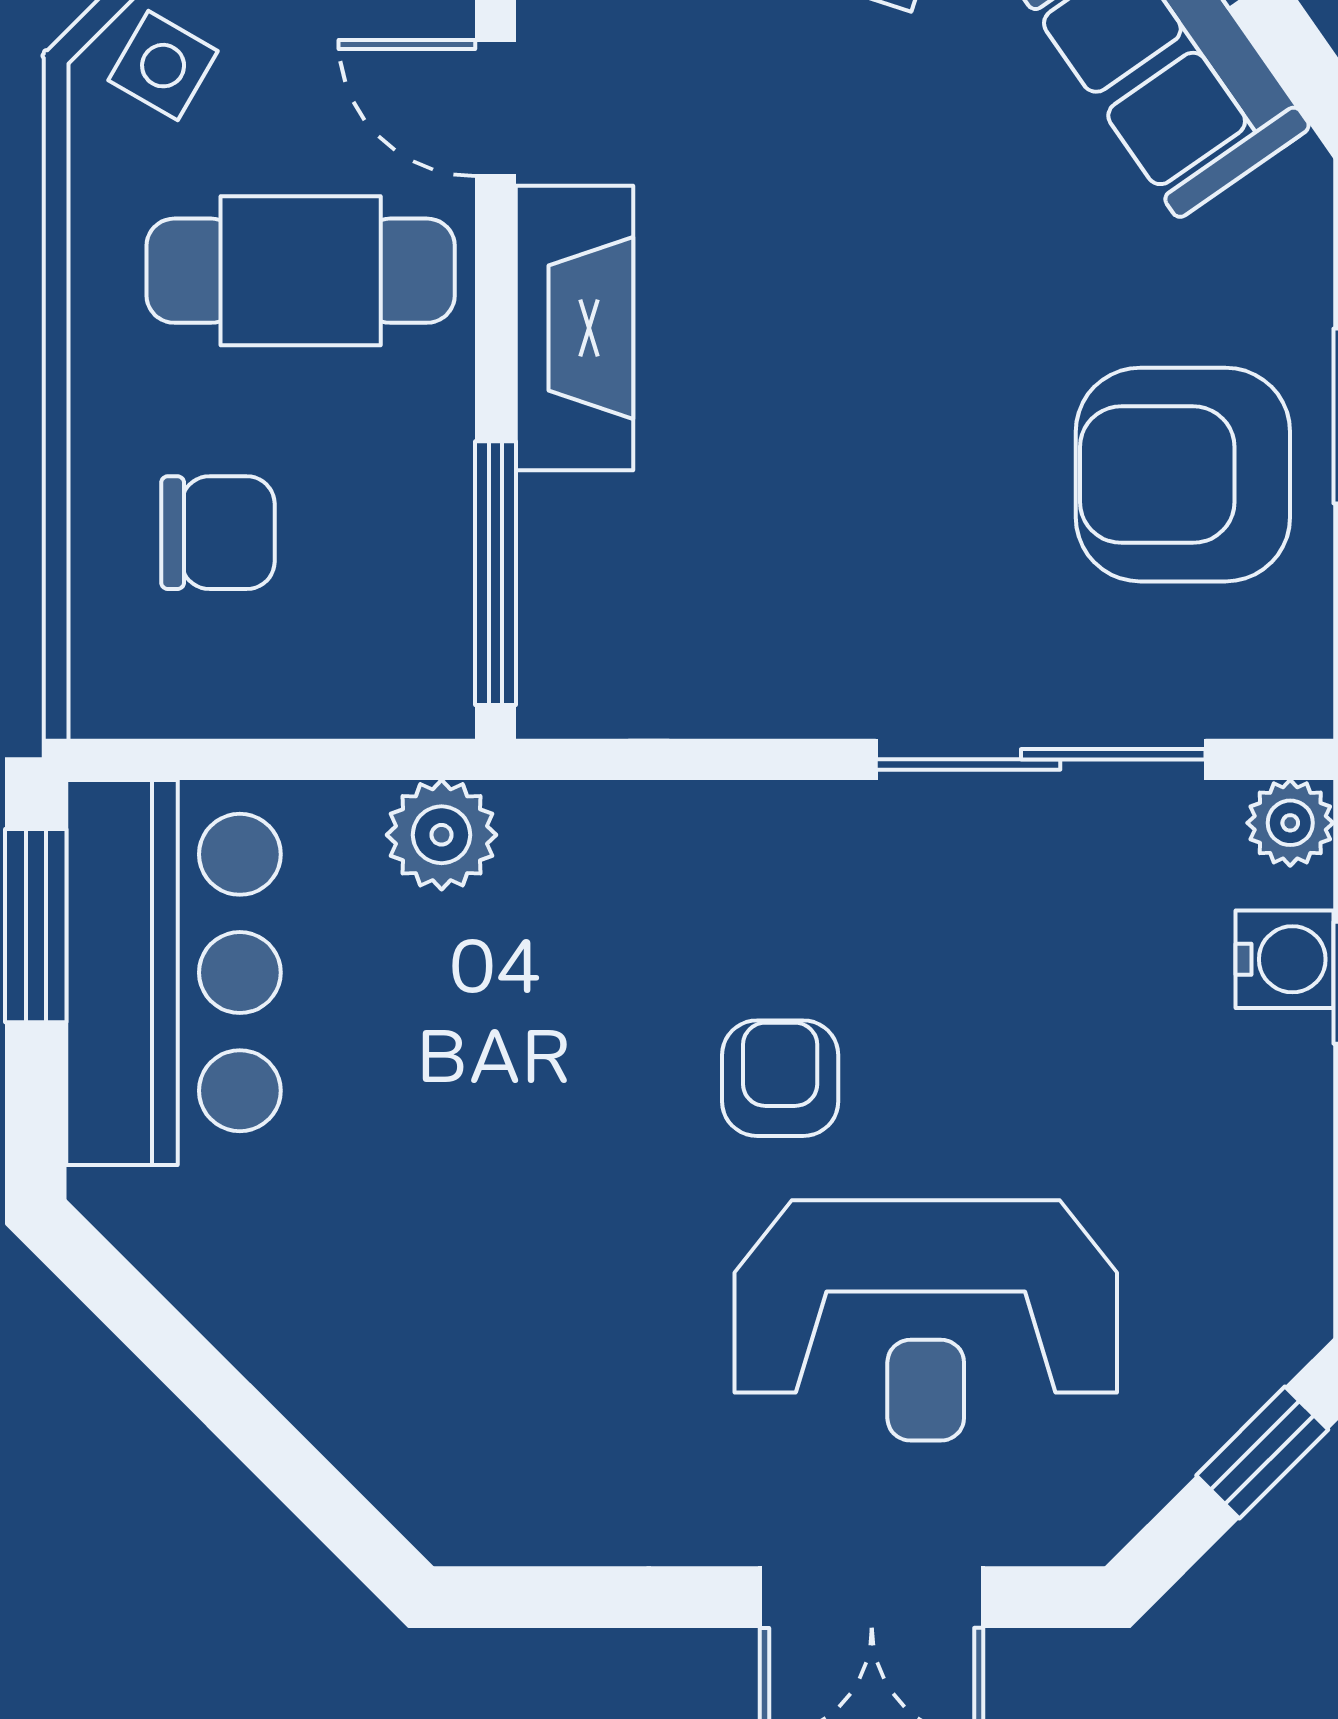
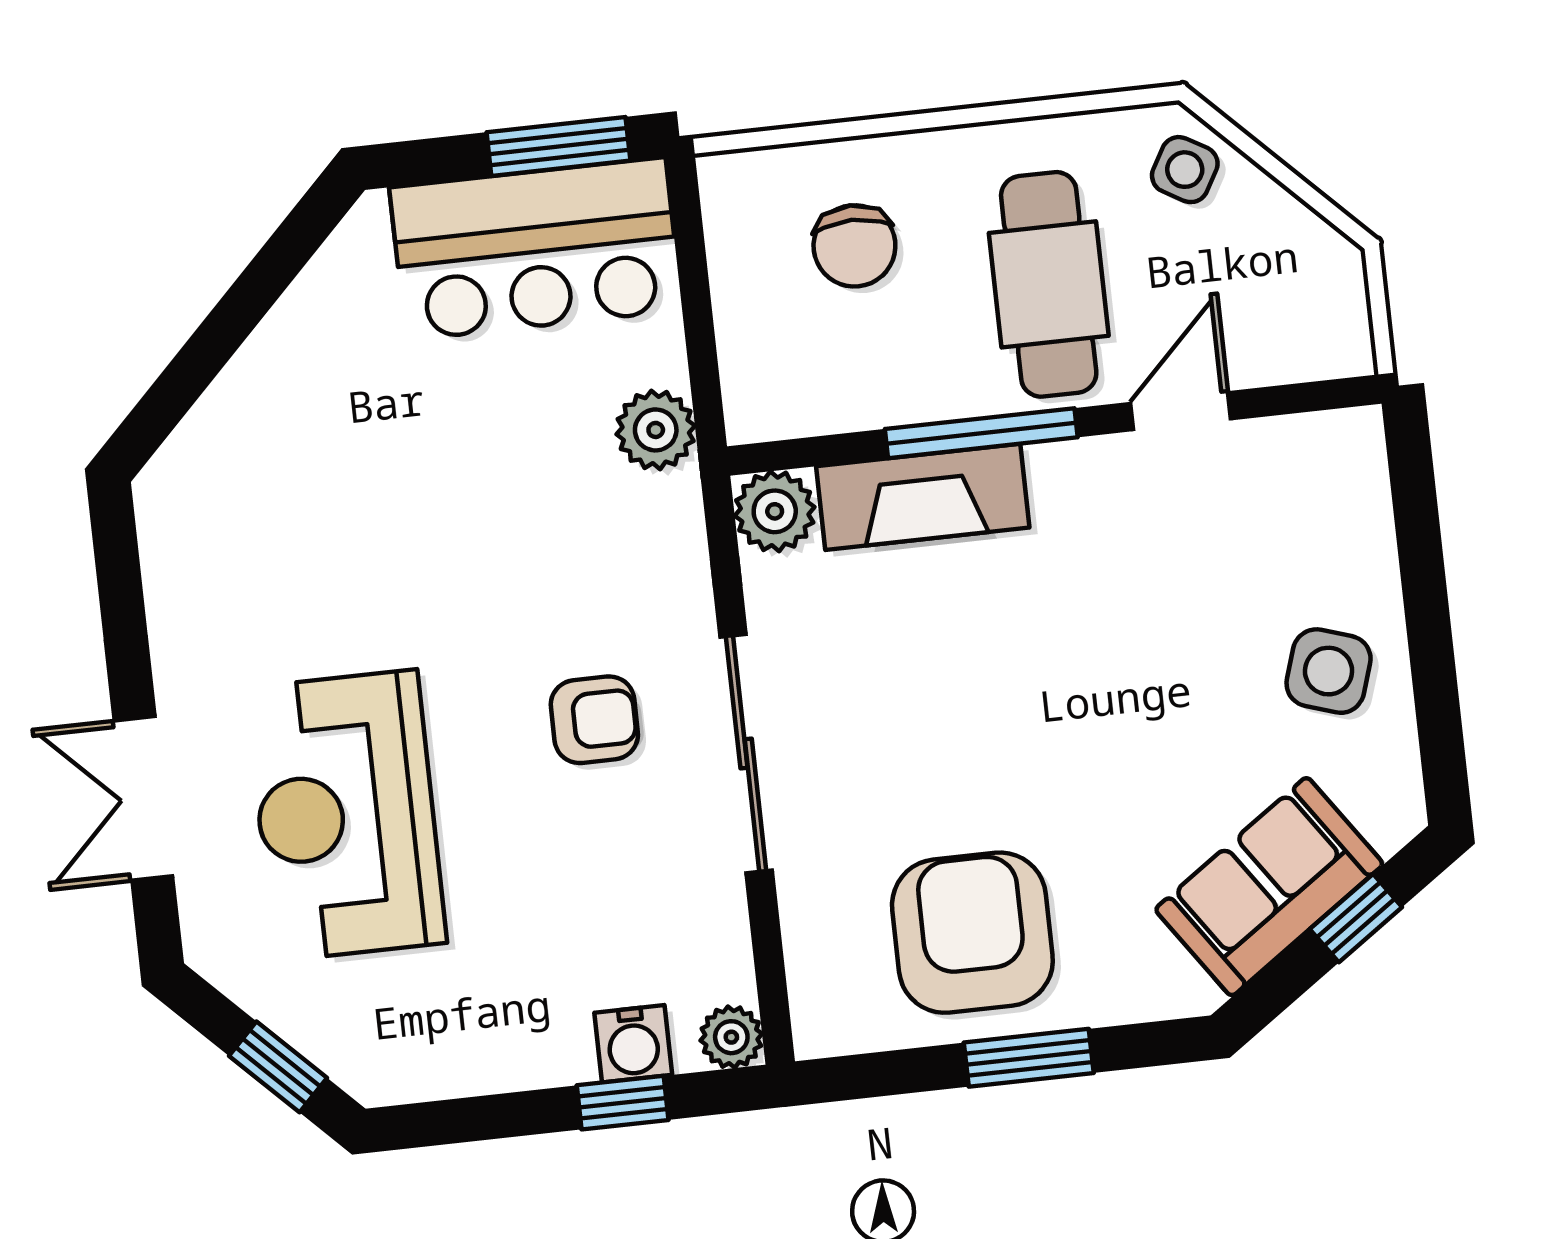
fireplace: (574, 328) -> (923, 497), moved
window: (496, 573) -> (981, 433), moved
plant: (572, 683) -> (775, 511), added
sliding door: (1041, 759) -> (746, 754), moved
armchair: (780, 1078) -> (594, 720), moved

